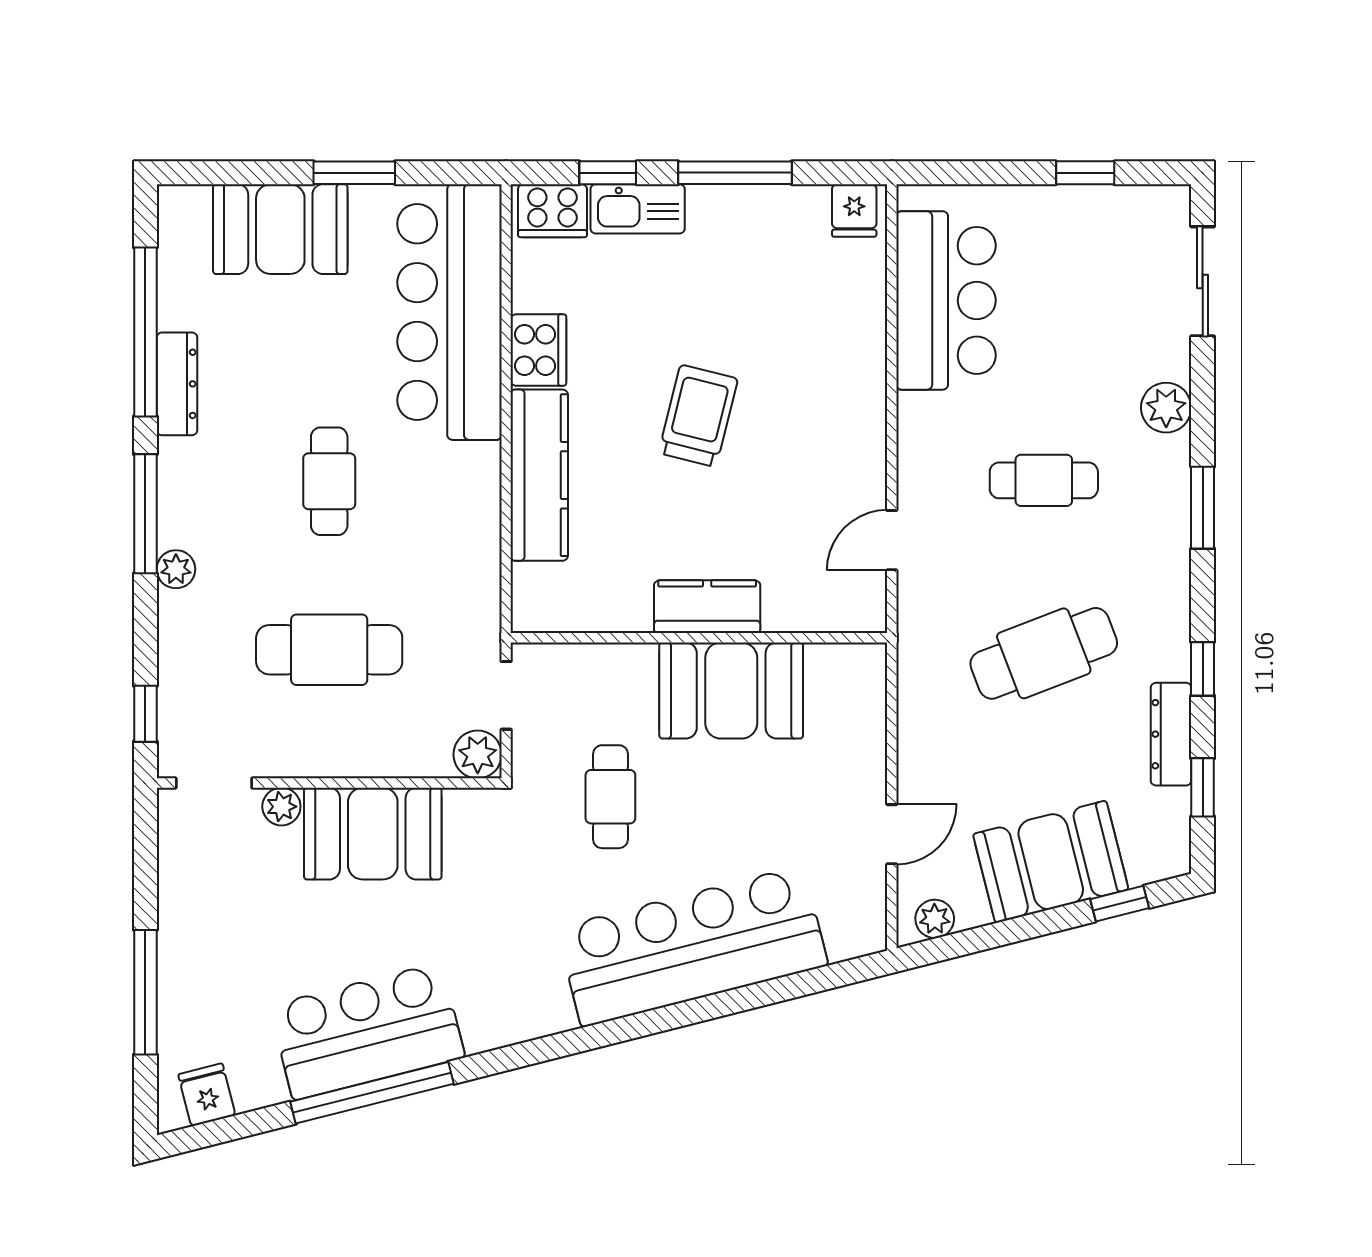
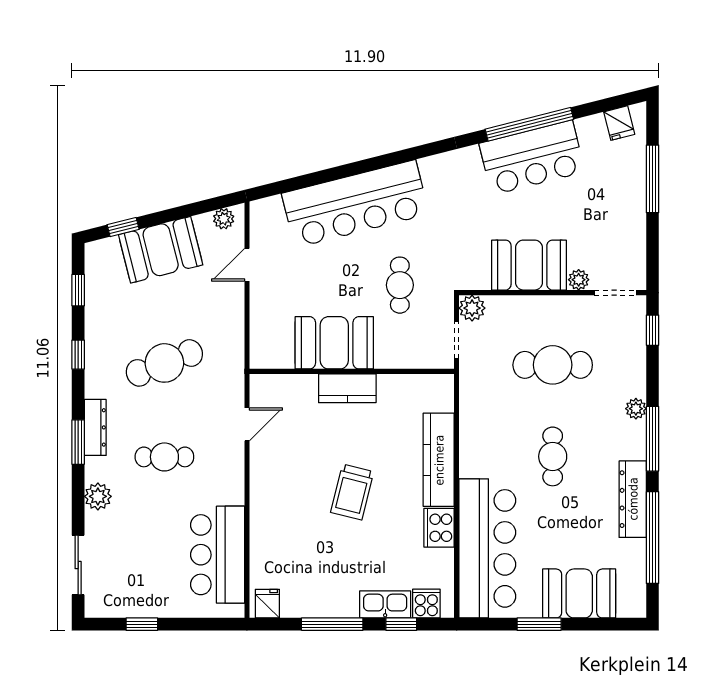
cooker: (552, 211) -> (426, 603), width x0.73
dresser: (177, 384) -> (633, 499), width x1.37, depth x1.24
dresser: (1171, 734) -> (95, 427), moved

